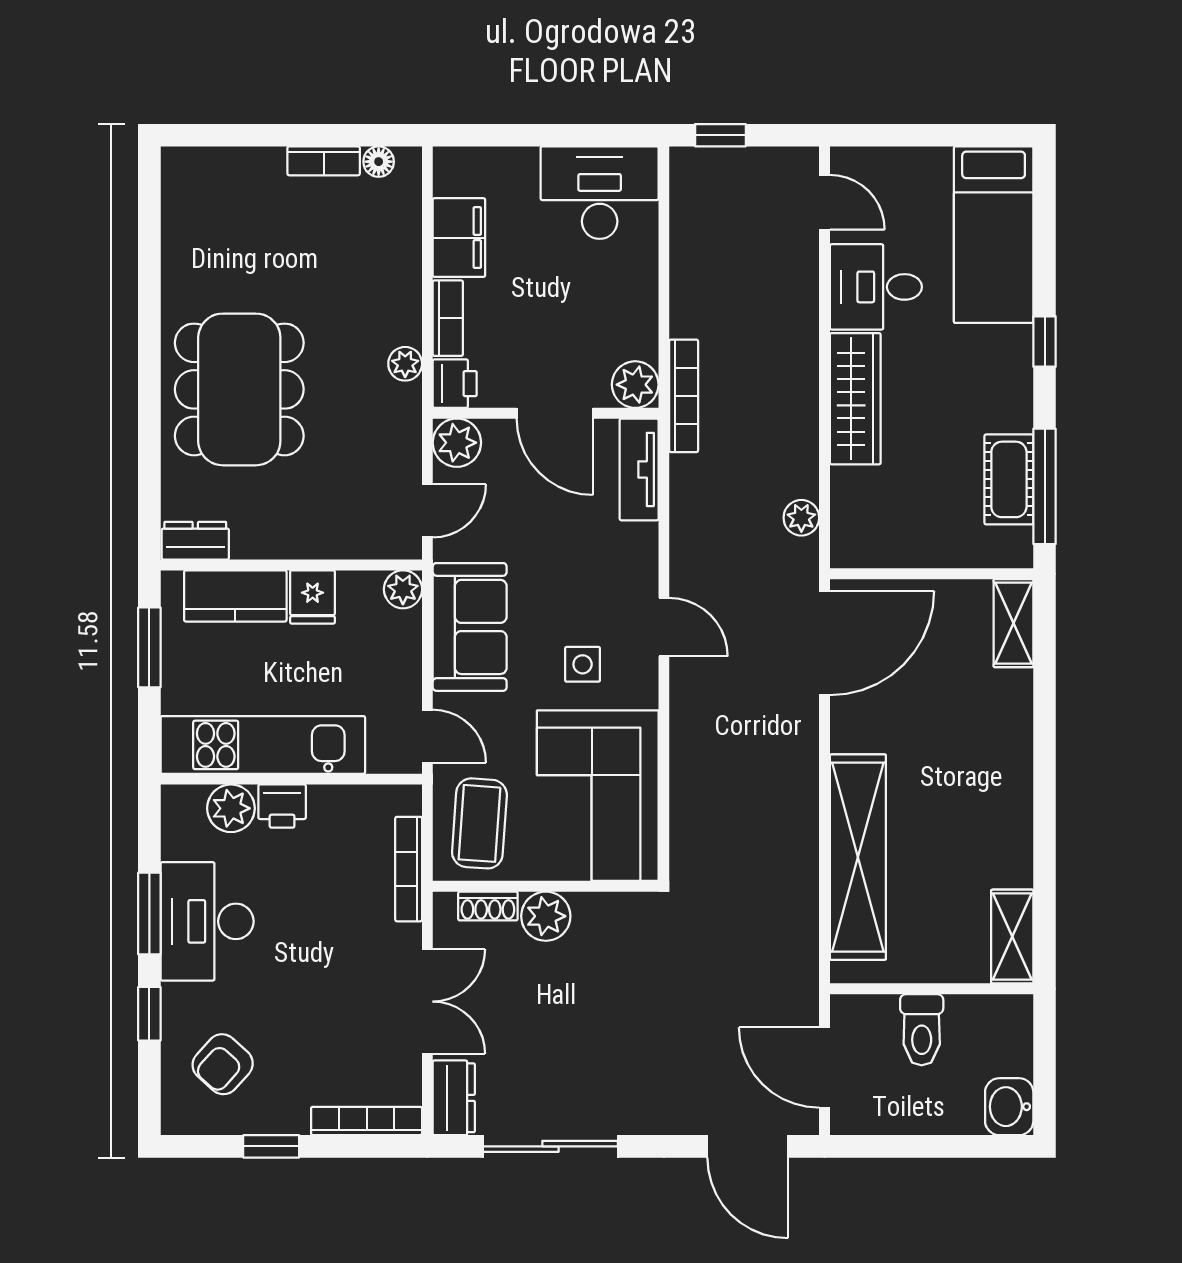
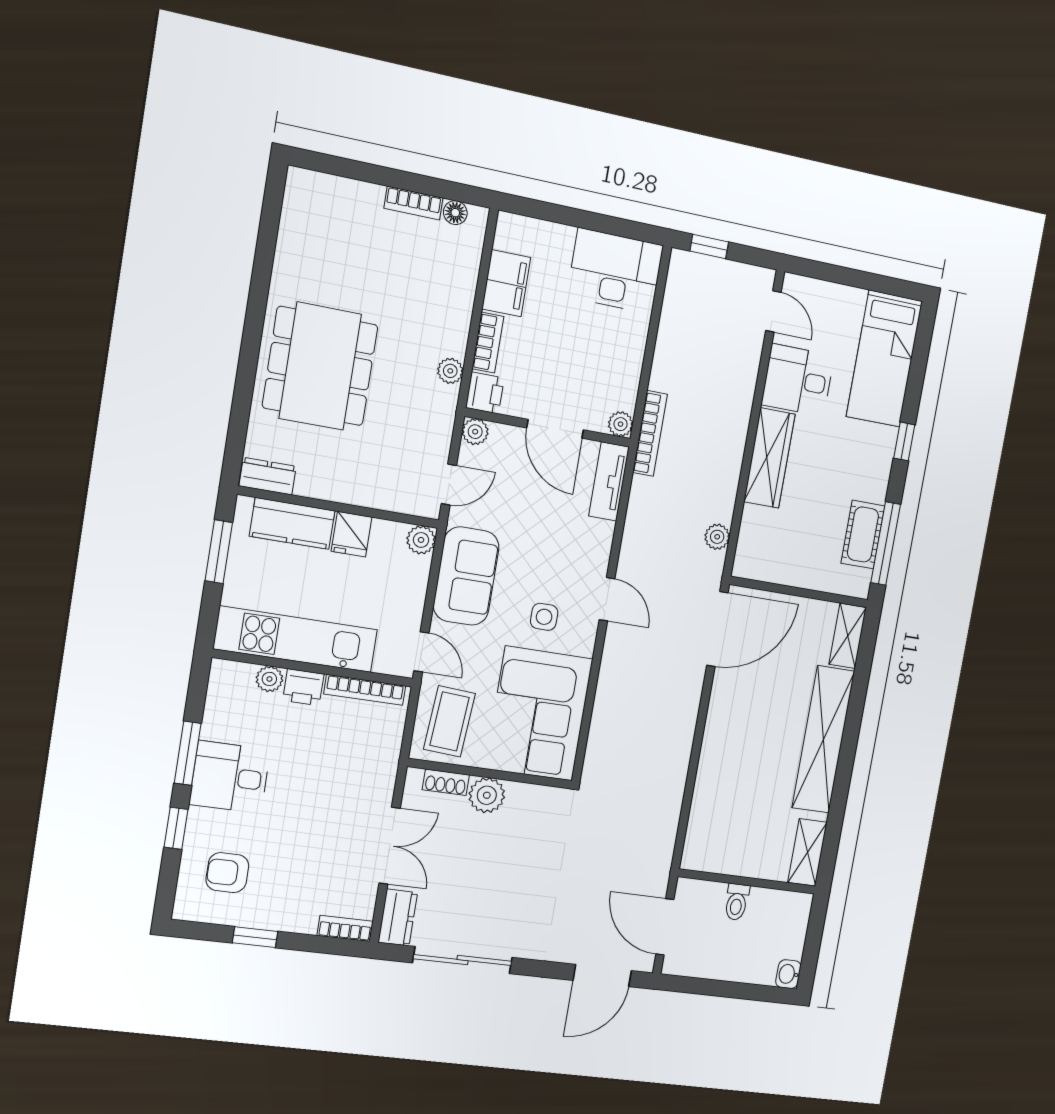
plant: (635, 385) -> (621, 424), width x0.73, depth x0.73
plant: (457, 443) -> (475, 432), width x0.73, depth x0.73
plant: (231, 808) -> (269, 679), width x0.73, depth x0.73
shelving: (858, 857) -> (823, 739), moved
bookcase: (409, 869) -> (365, 690), moved, turned -90
desk: (207, 921) -> (230, 777), width x0.73
toilet: (922, 1030) -> (737, 902), width x0.73, depth x0.72
armchair: (223, 1064) -> (227, 873), turned 48
washbasin: (1009, 1107) -> (788, 974), width x0.72, depth x0.69
bookcase: (367, 1121) -> (345, 928), width x0.64
door: (748, 1146) -> (602, 976), hinge flipped

